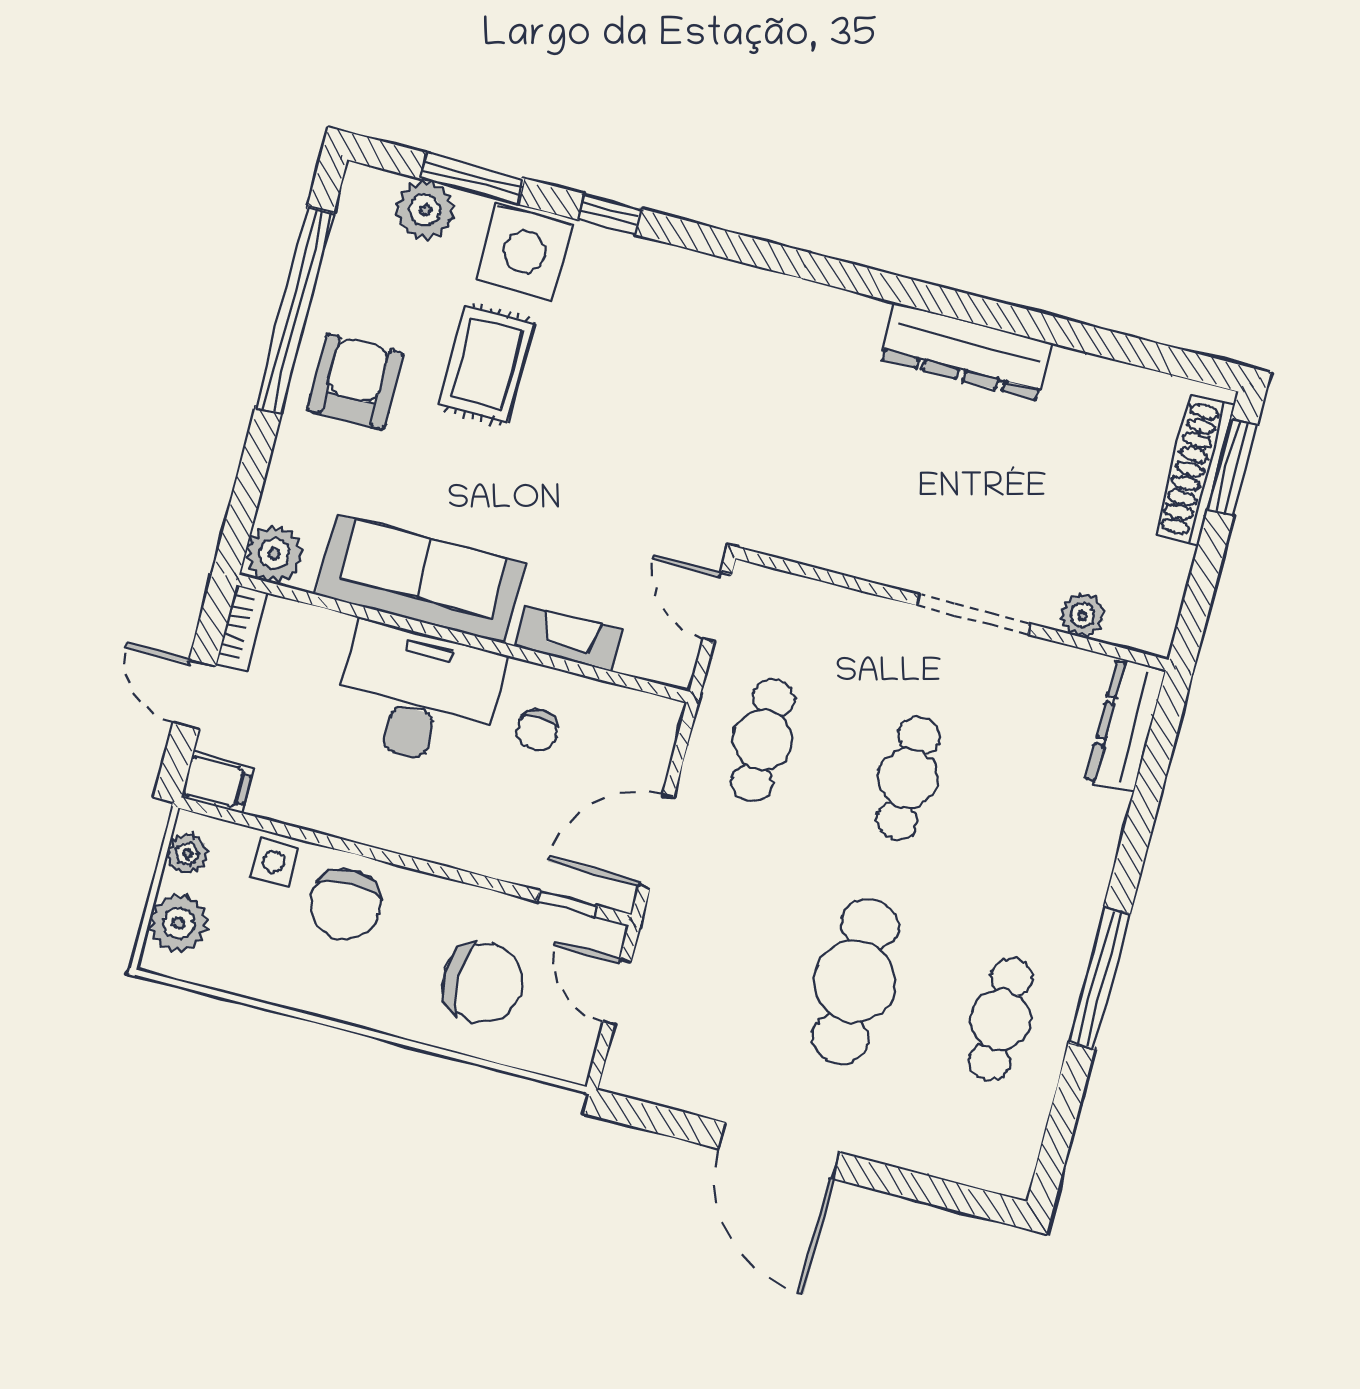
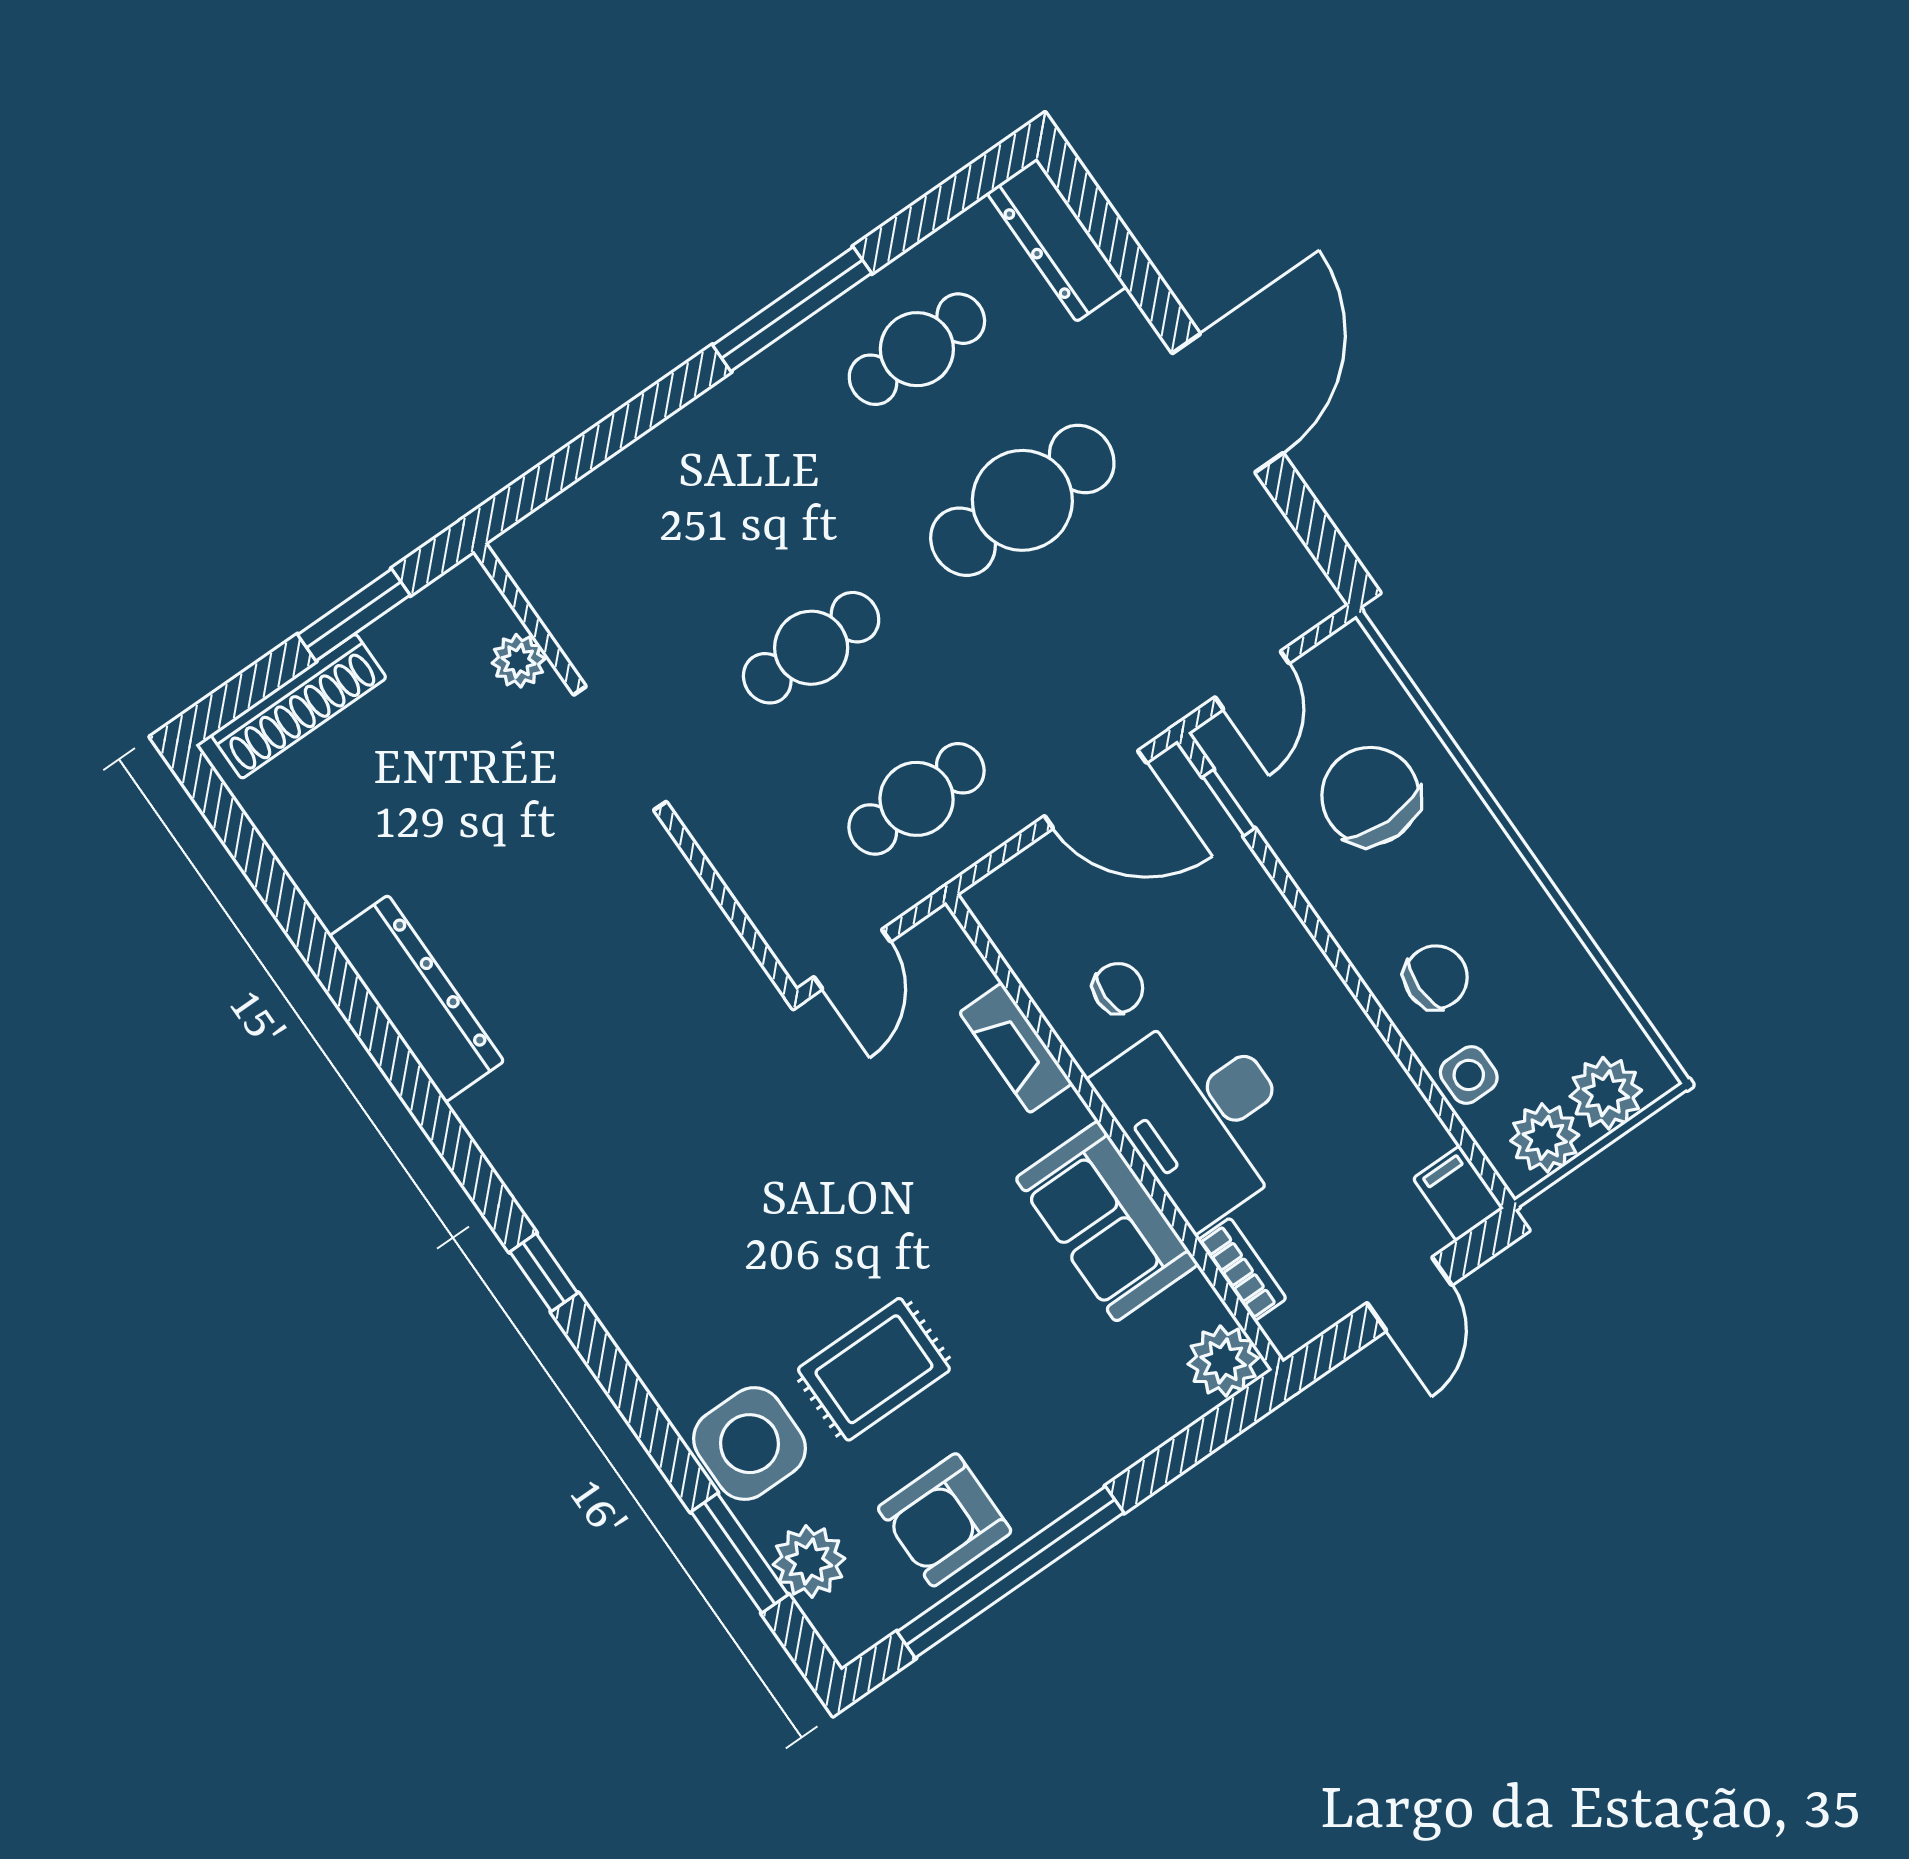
window: (610, 214) -> (544, 1272), moved
armchair: (355, 382) -> (945, 1520), moved
window: (1232, 467) -> (354, 615), moved
sofa: (420, 579) -> (1107, 1221), width x0.73
bookcase: (242, 628) -> (1242, 1269), moved, turned 90
dresser: (1125, 726) -> (1057, 240), moved, turned 90
plant: (187, 854) -> (1545, 1138), width x1.38, depth x1.38
chair: (346, 905) -> (1436, 977), width x0.73, depth x0.73

